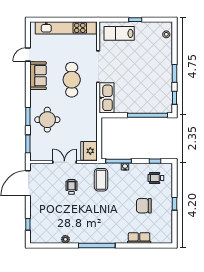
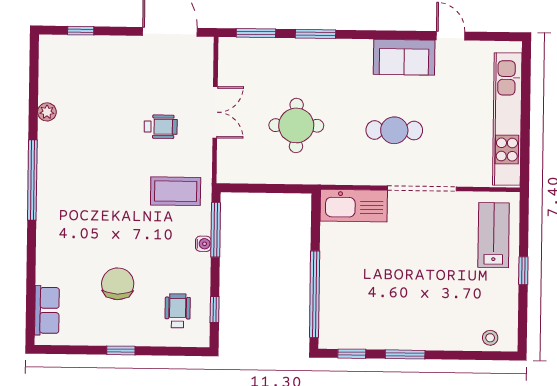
cafe table: (72, 80) -> (394, 130), width x0.73, depth x0.74
round table: (47, 120) -> (296, 125), moved
fridge: (89, 151) -> (239, 166), removed
row of seats: (139, 238) -> (47, 310), moved

